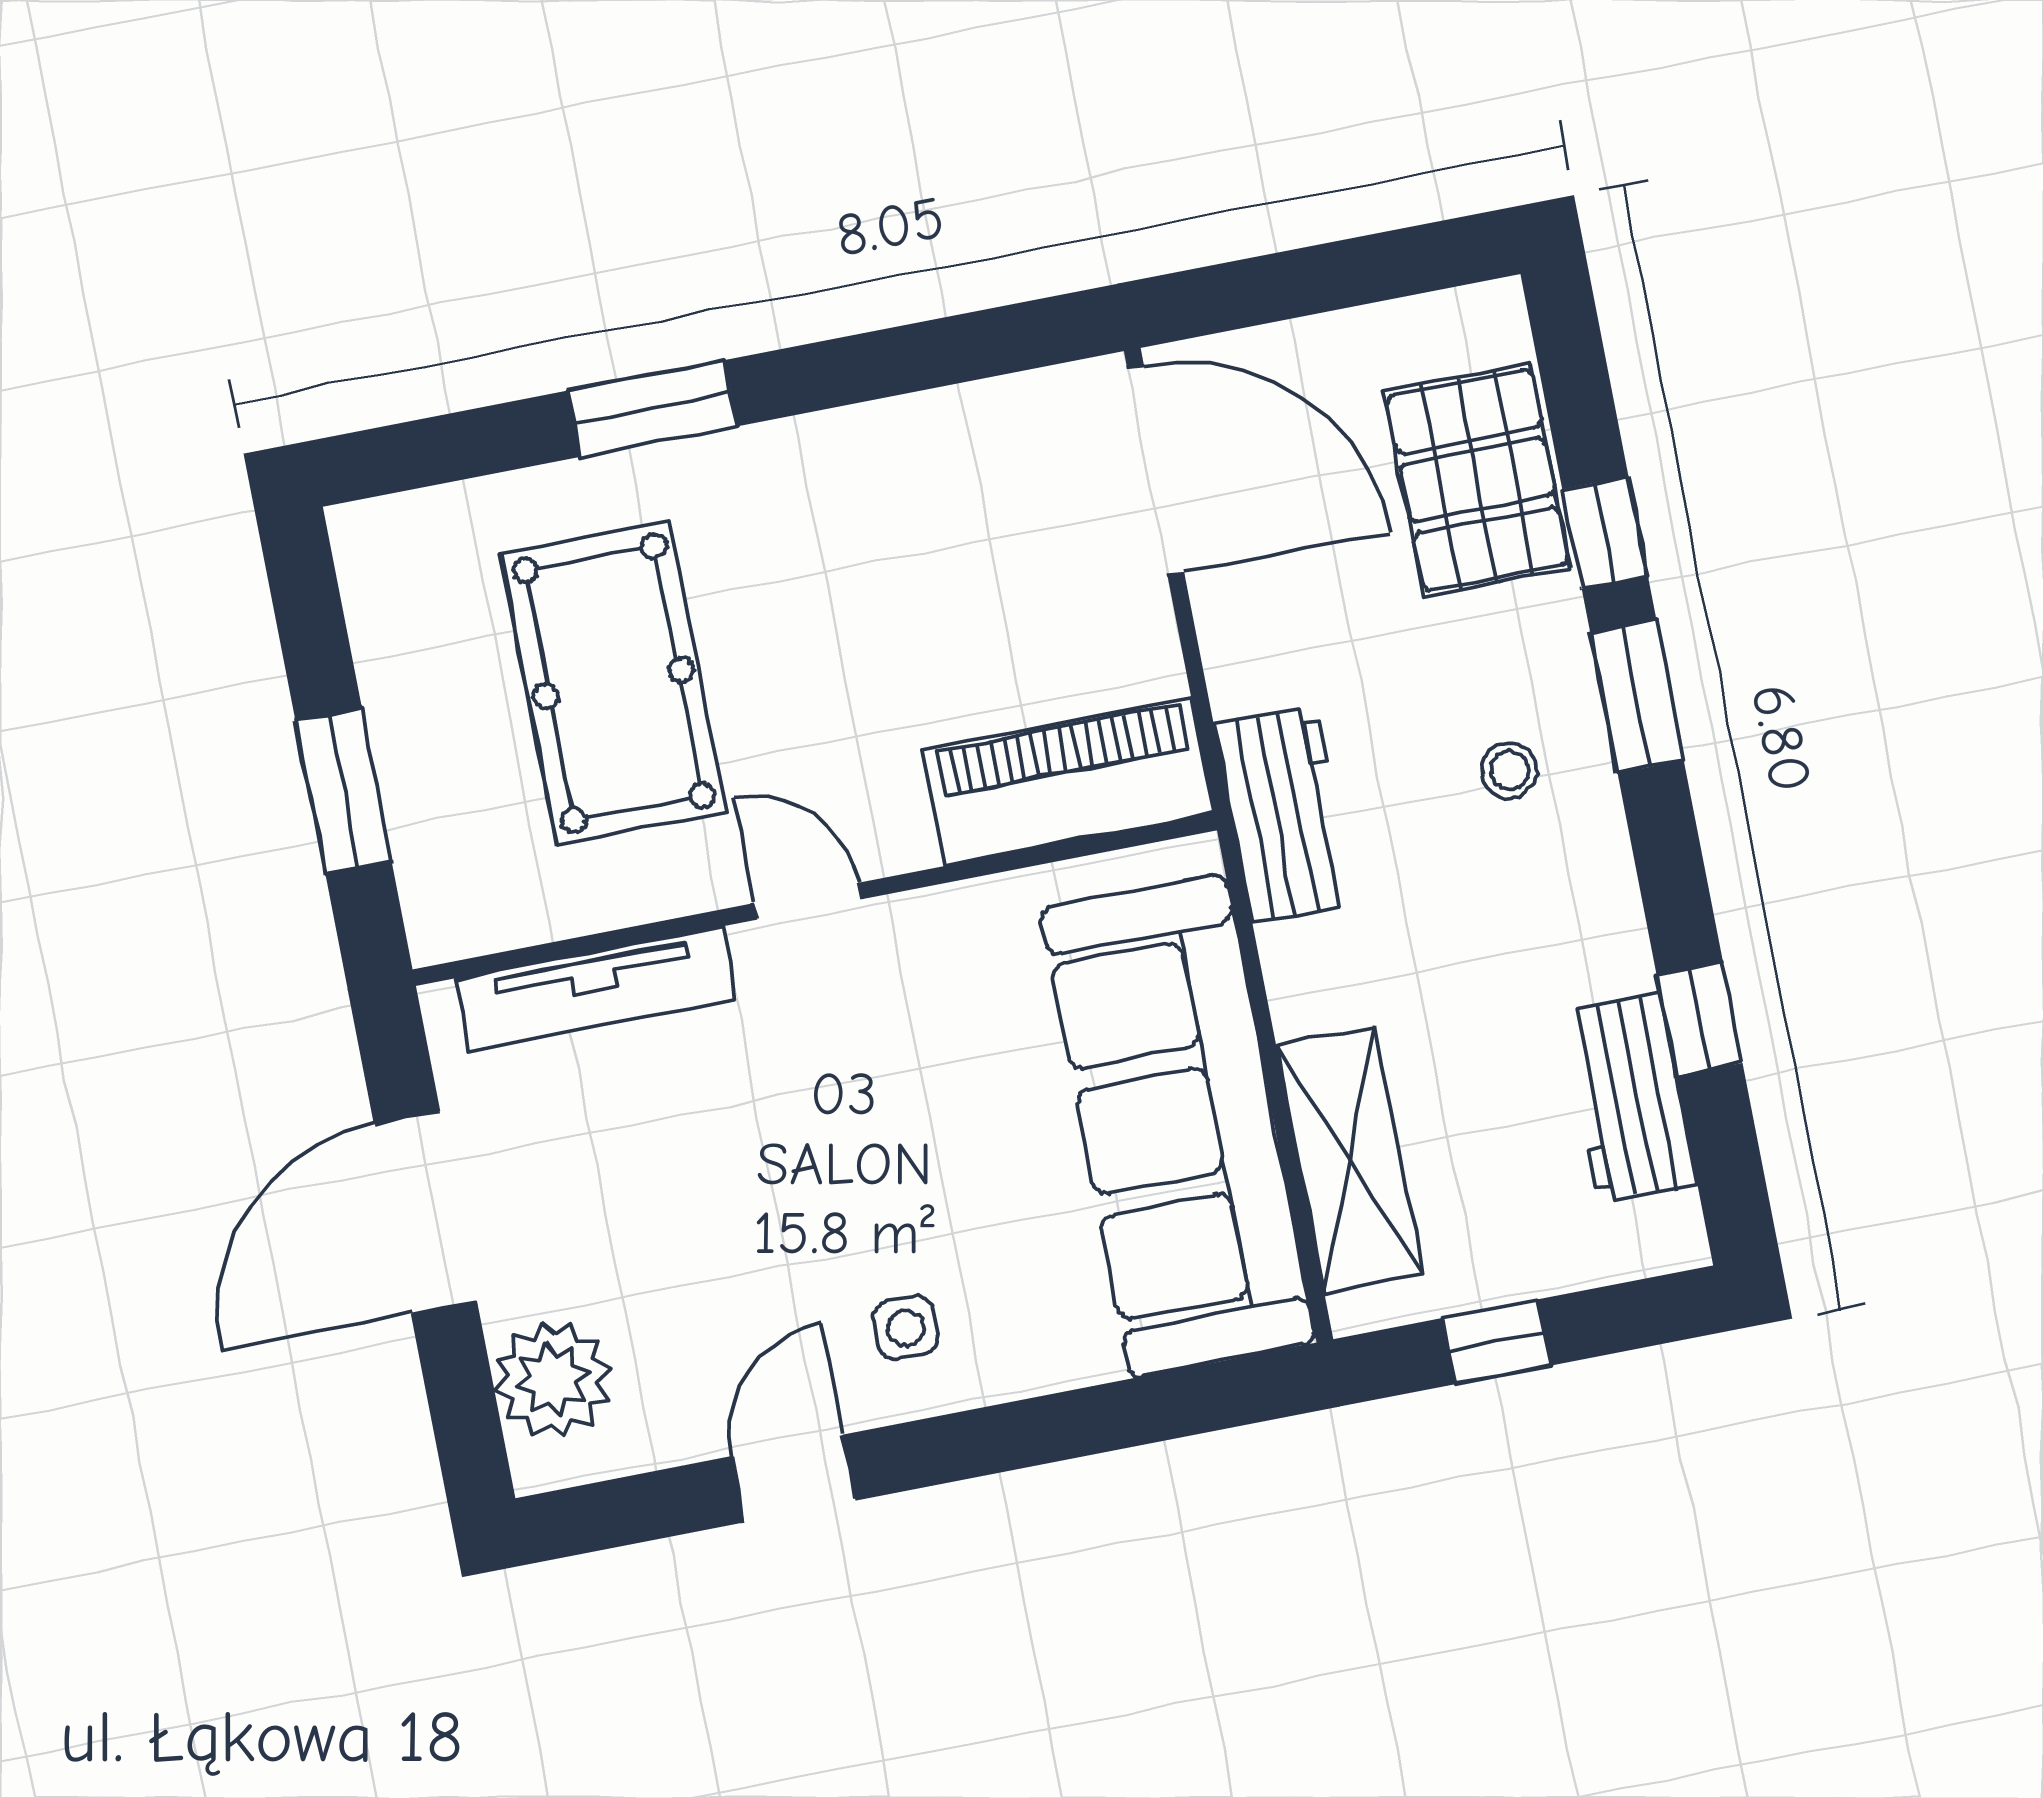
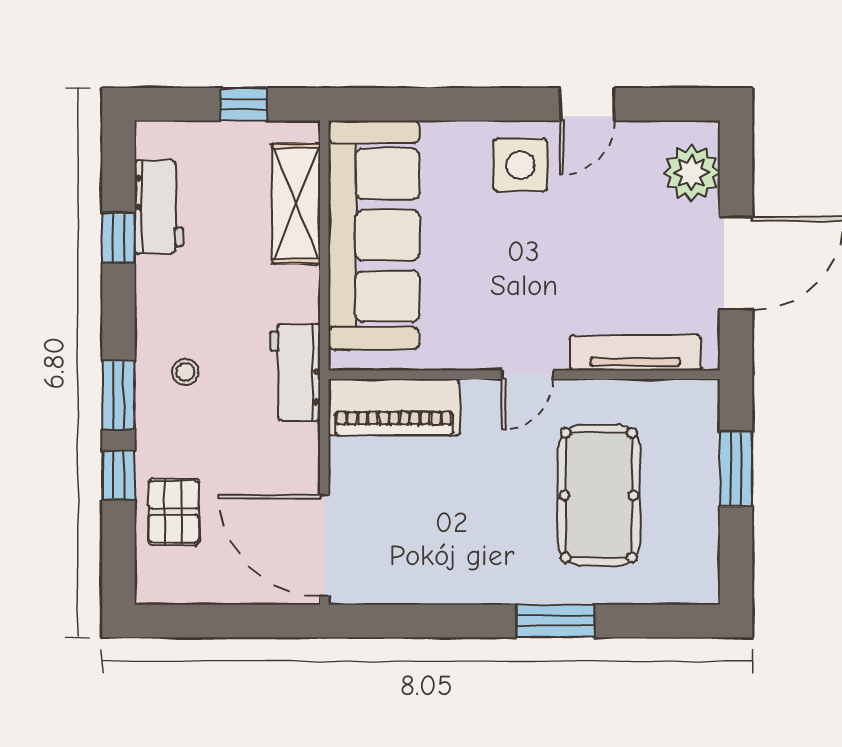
pallet: (1477, 480) -> (174, 512), width x0.67, depth x0.71
door: (808, 901) -> (527, 375), hinge flipped
side table: (906, 1328) -> (520, 165), width x1.87, depth x1.87

